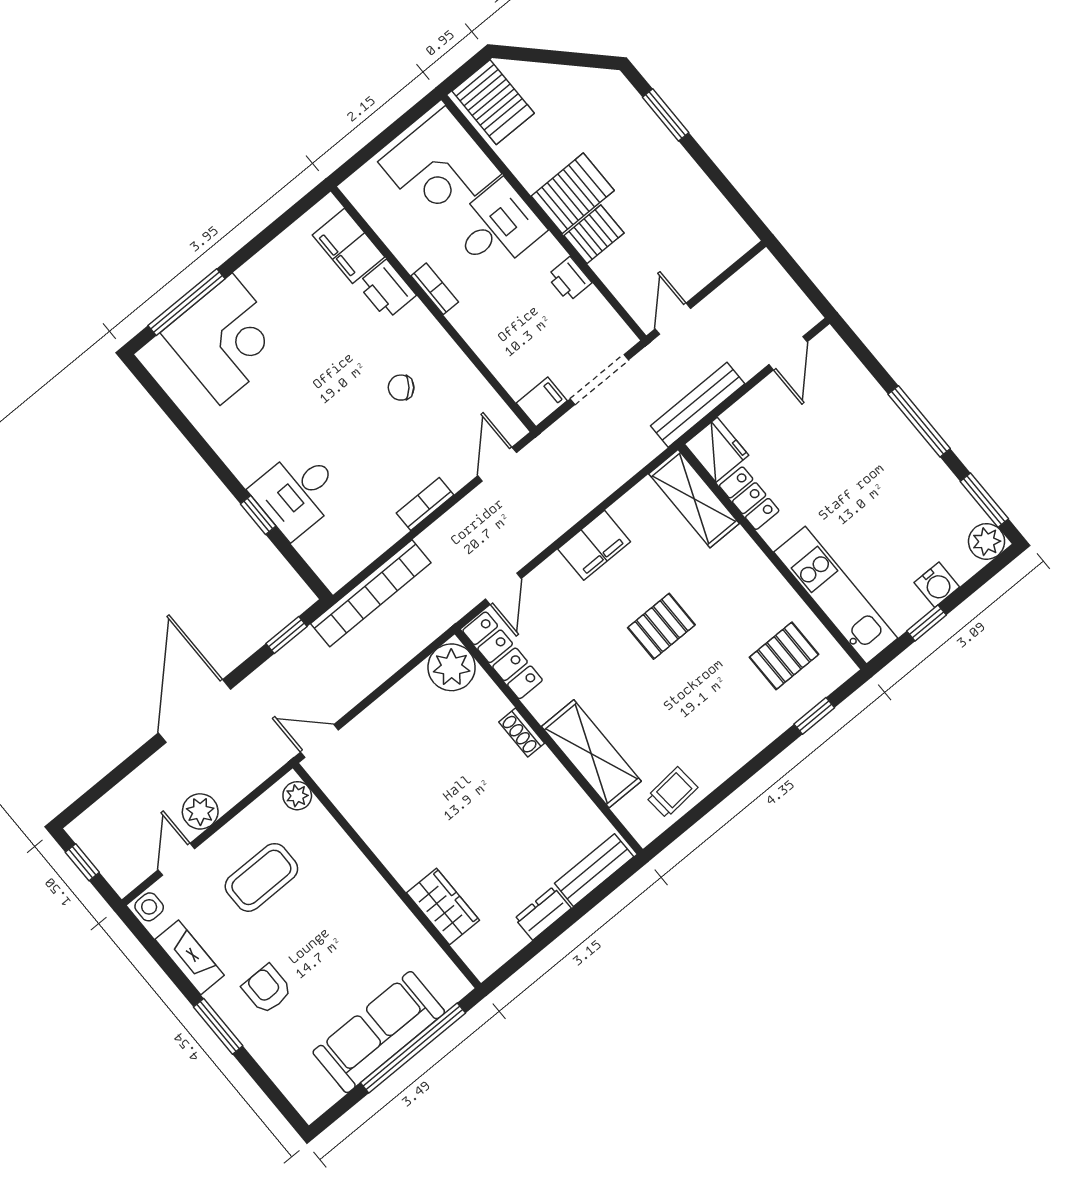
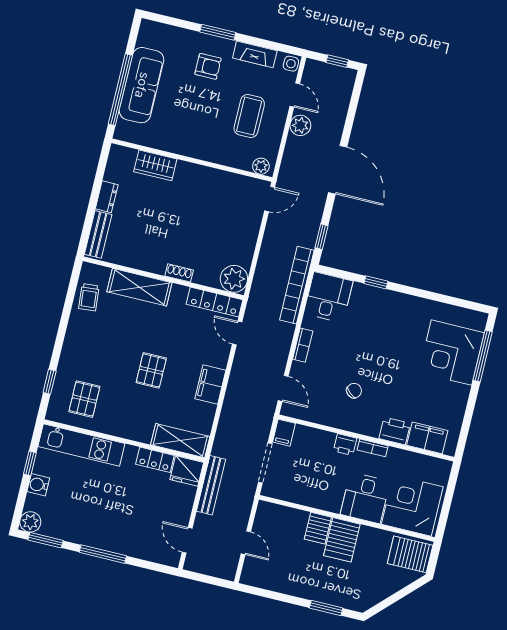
printer: (569, 279) -> (345, 445), moved, turned 180
door: (673, 319) -> (246, 543), moved
desk: (297, 493) -> (328, 297), moved

